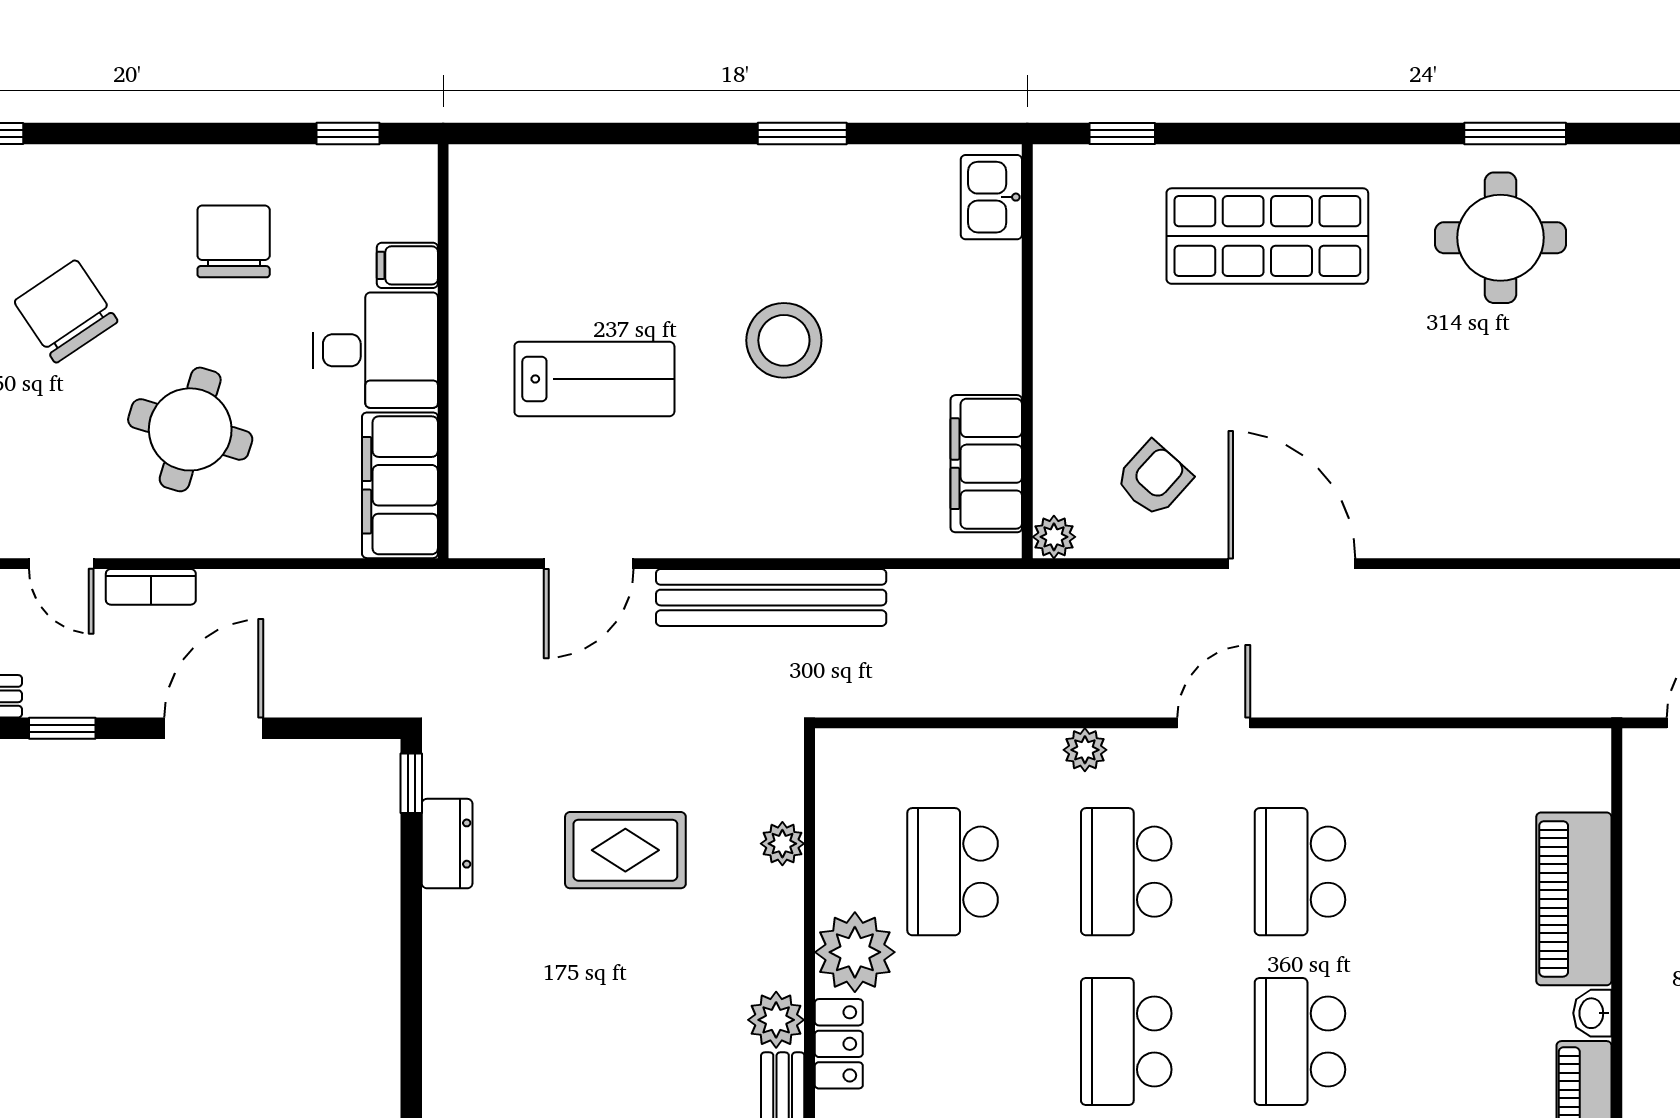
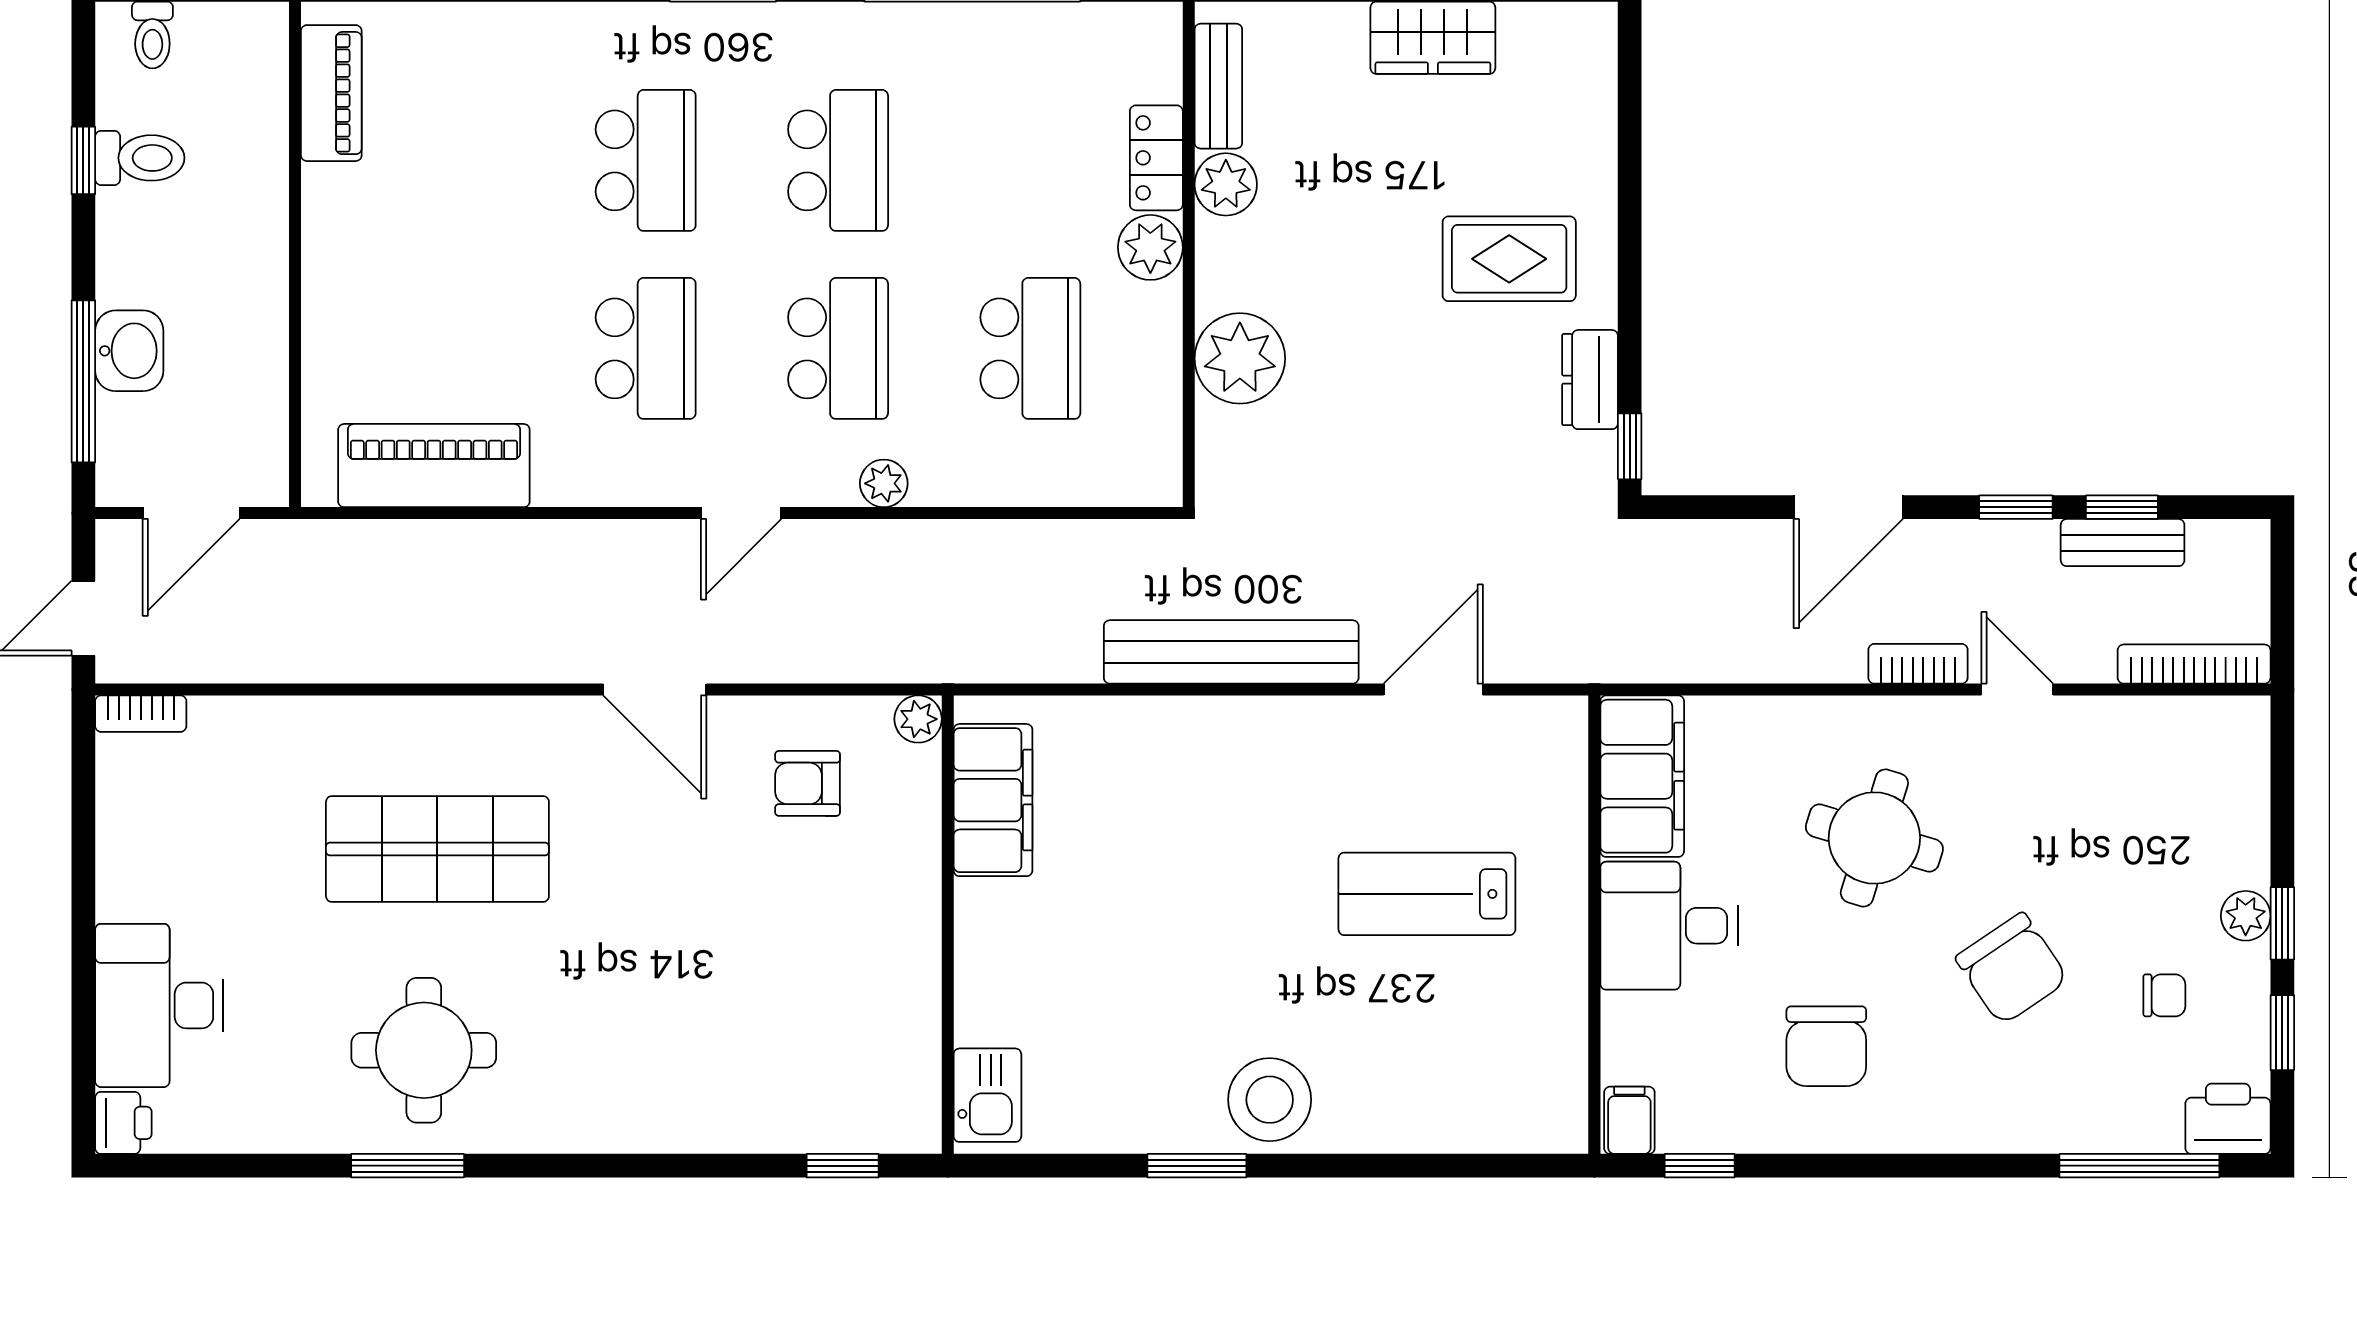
shop shelf: (1267, 236) -> (437, 849), moved
filing cabinet: (407, 265) -> (1629, 1120), moved, turned -90
stool: (784, 340) -> (1270, 1100), moved
armchair: (1154, 479) -> (808, 783), turned 48
door: (1292, 564) -> (655, 689), width x0.73
plant: (782, 844) -> (1240, 358), width x1.88, depth x1.88
rug: (625, 850) -> (1509, 259), moved
piano: (1574, 899) -> (434, 466), moved, turned -90
plant: (855, 952) -> (1150, 247), width x0.73, depth x0.73
washbasin: (1592, 1013) -> (322, 192), removed

